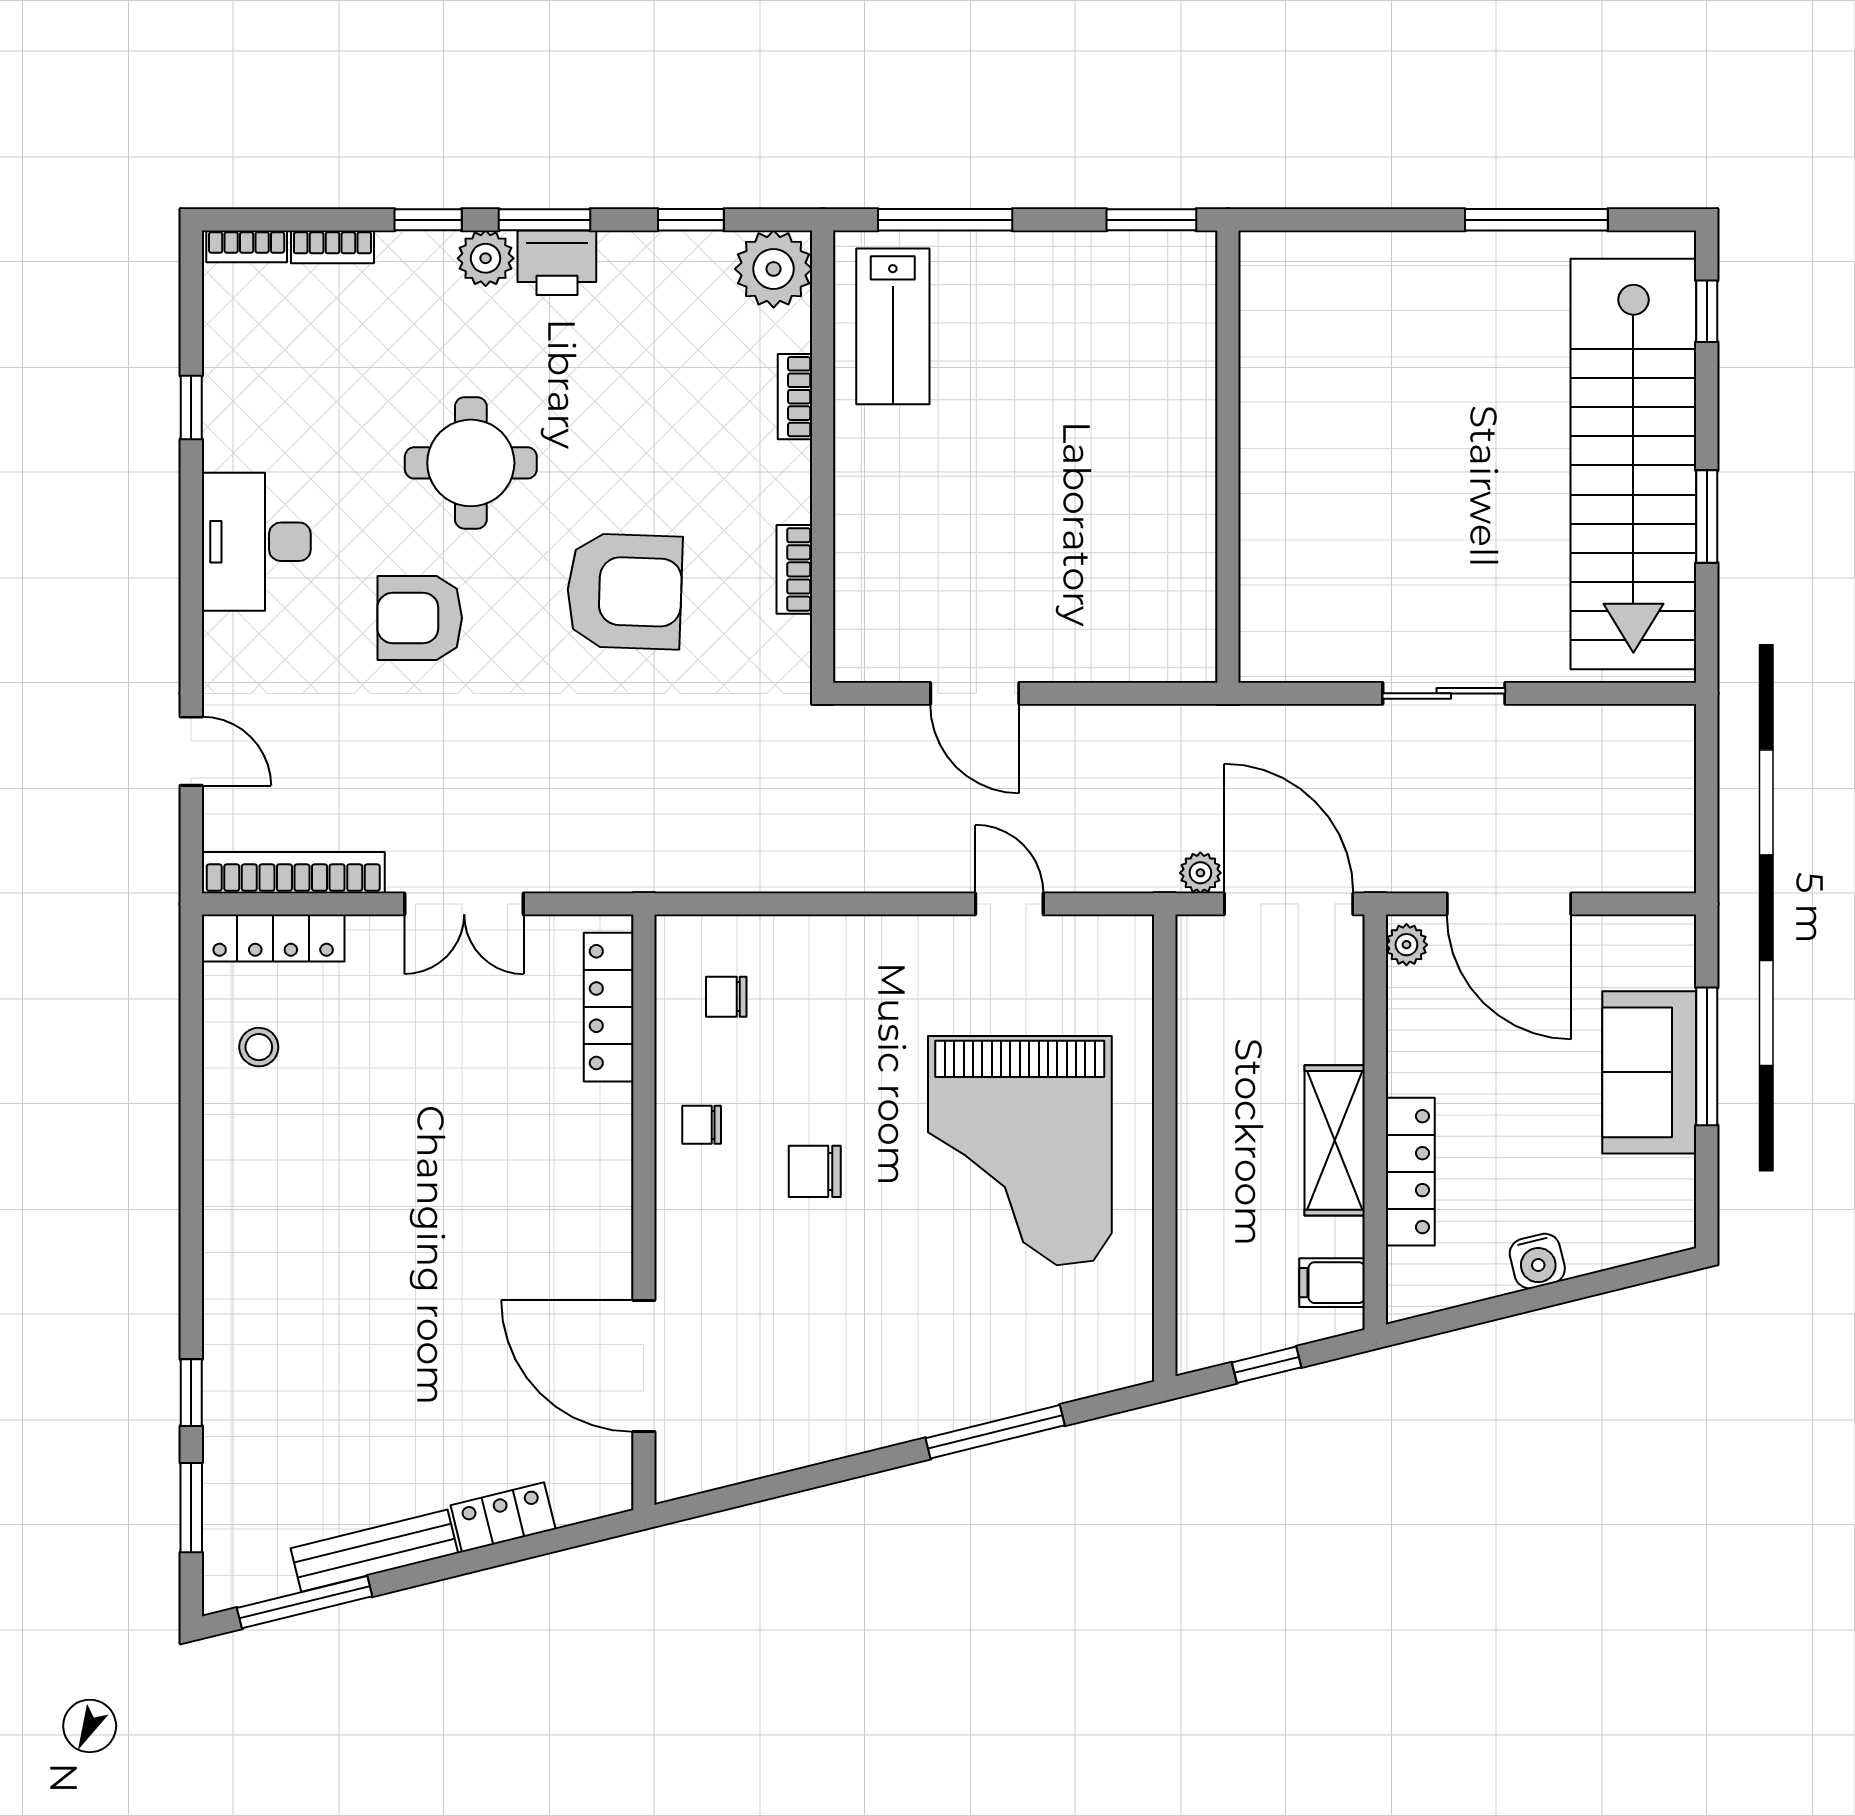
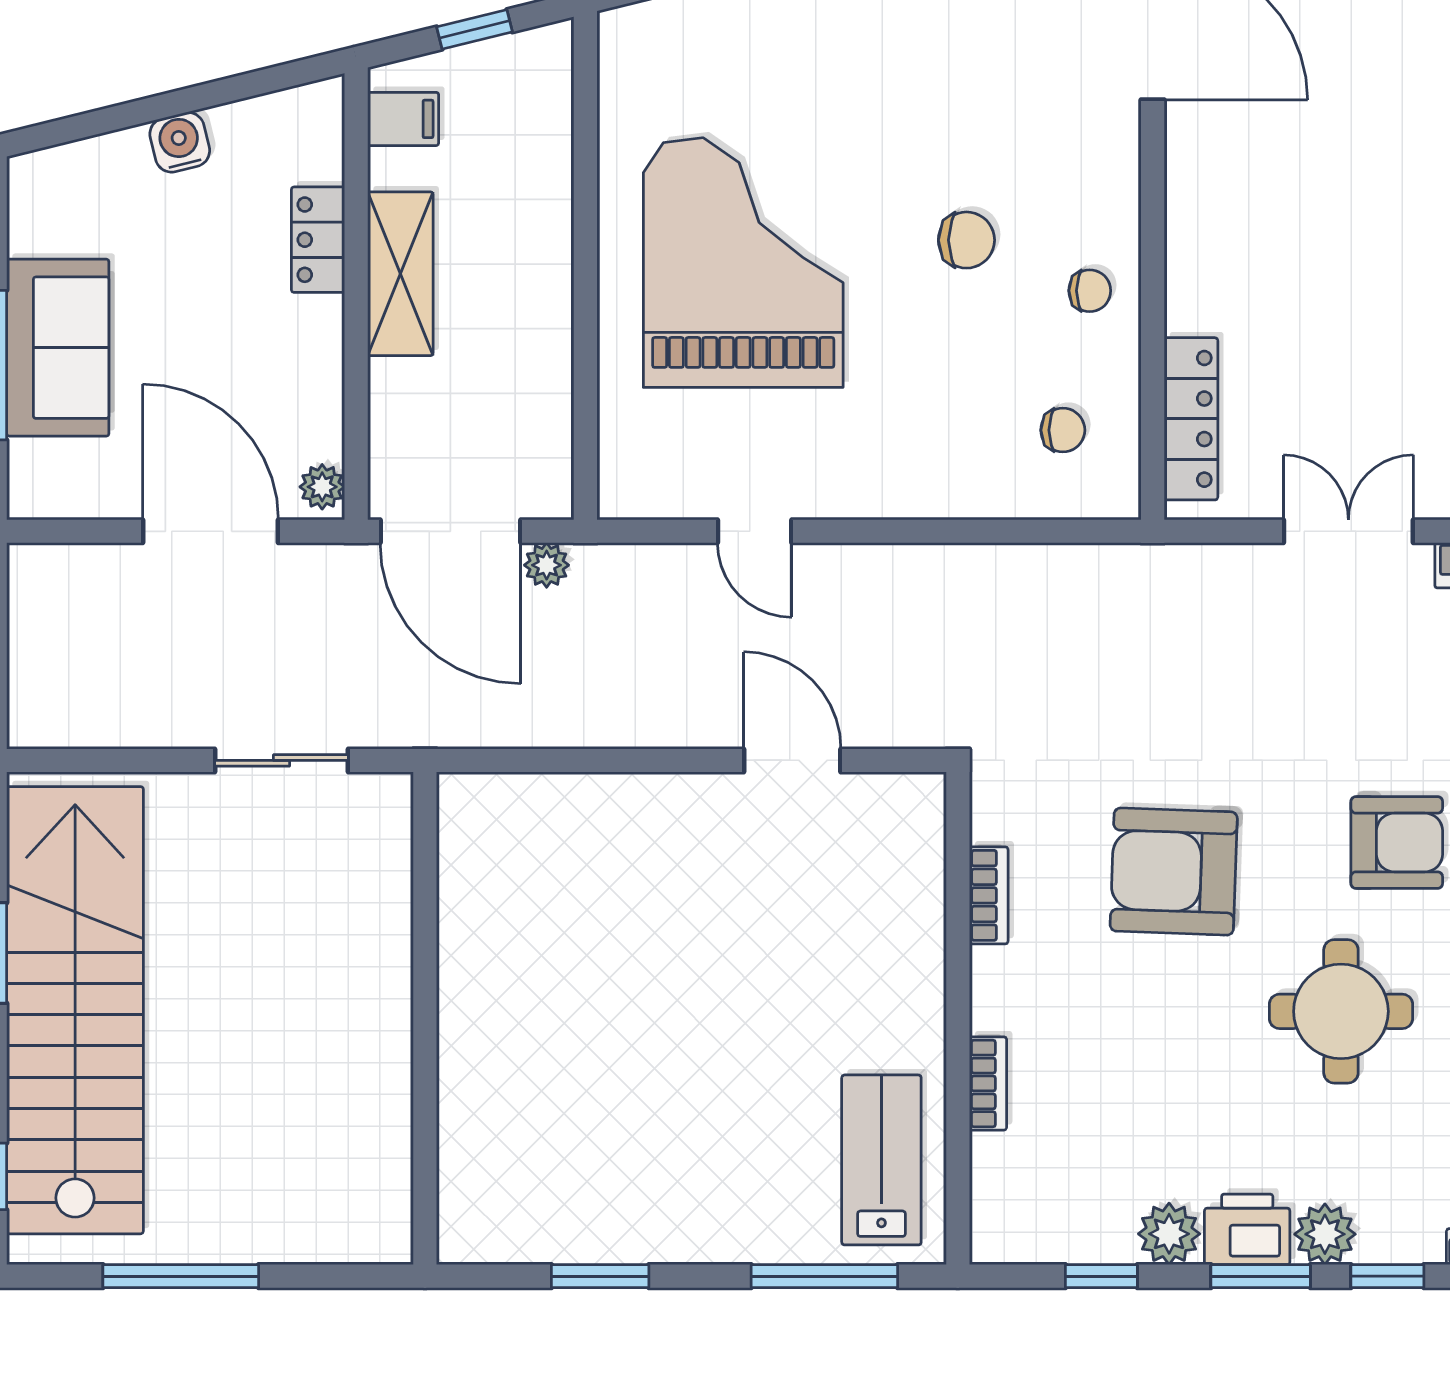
plant: (774, 269) -> (1169, 1234), moved, width x0.73, depth x0.73
wall: (1228, 457) -> (425, 1018), moved
locker: (1410, 1172) -> (318, 240), width x0.66

